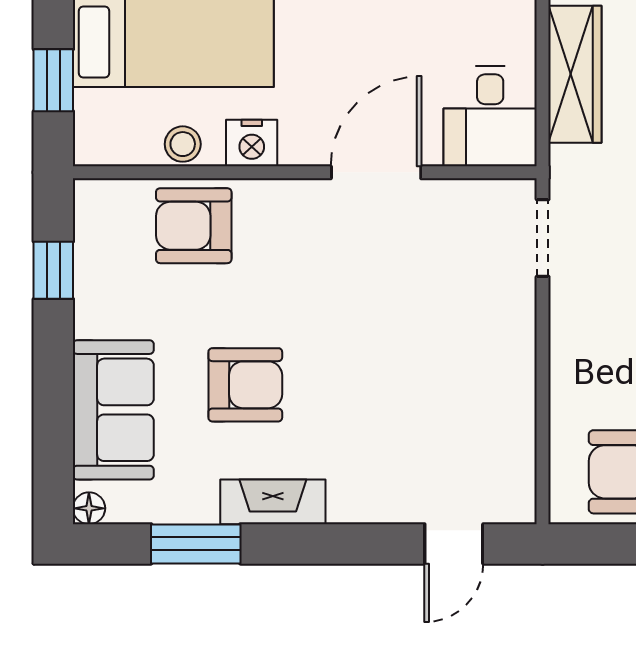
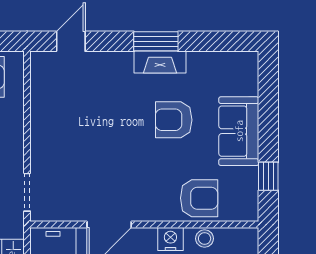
sofa: (113, 410) -> (239, 131), moved
floor lamp: (89, 508) -> (251, 59), removed
window: (196, 544) -> (156, 41), moved

